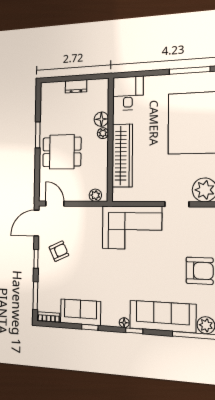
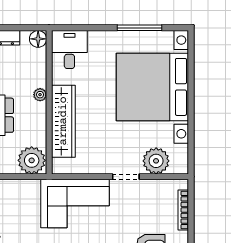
floor lamp: (101, 119) -> (38, 39), moved
plant: (95, 195) -> (32, 160), width x1.88, depth x1.88

